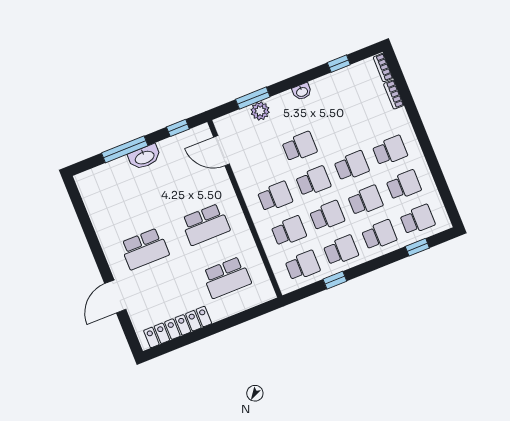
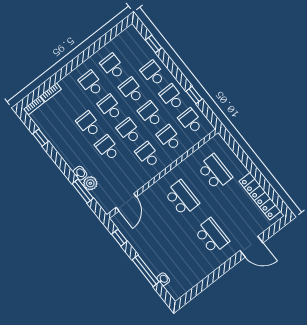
washbasin: (302, 92) -> (80, 173), moved
washbasin: (144, 157) -> (163, 279), moved, width x0.52, depth x0.69
school desk: (417, 220) -> (89, 124), moved

